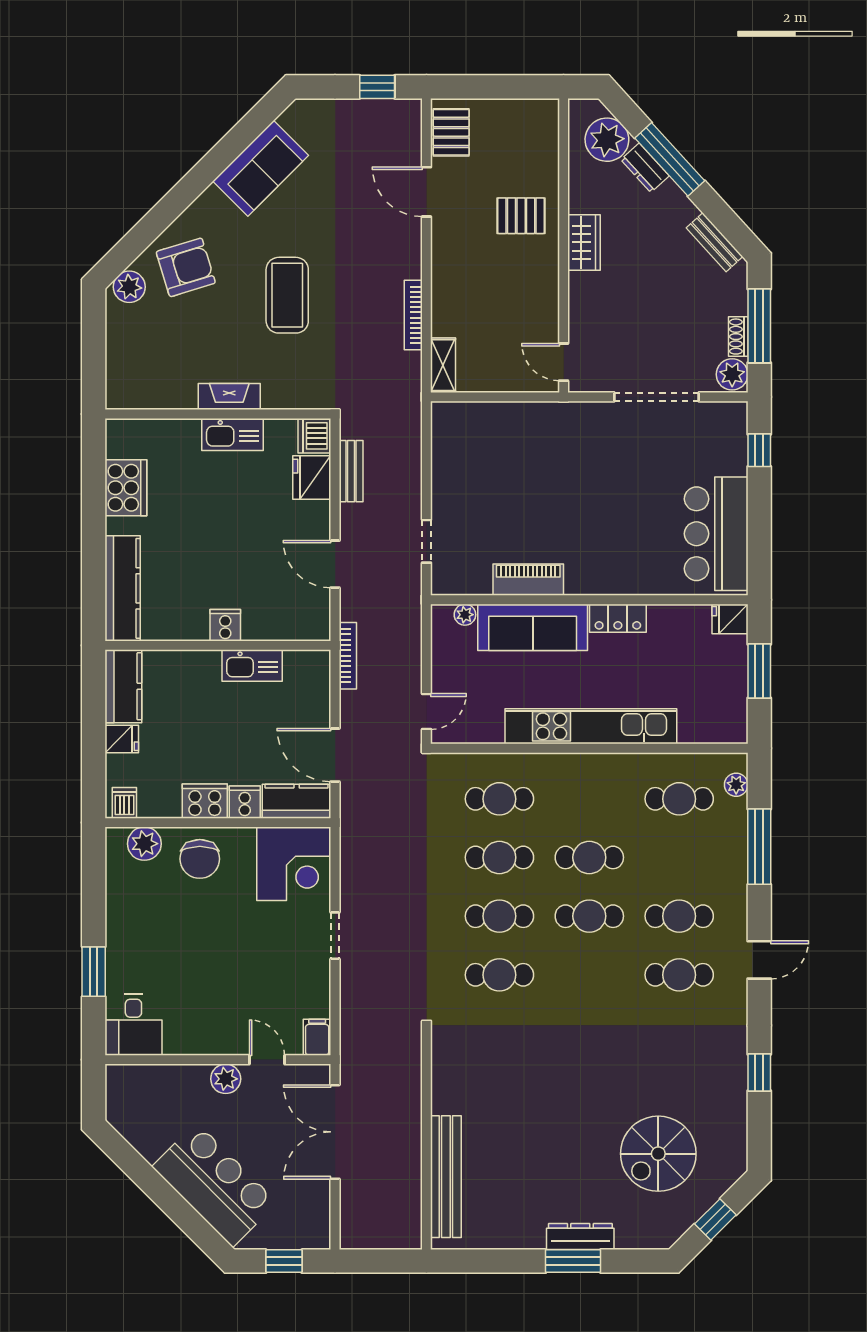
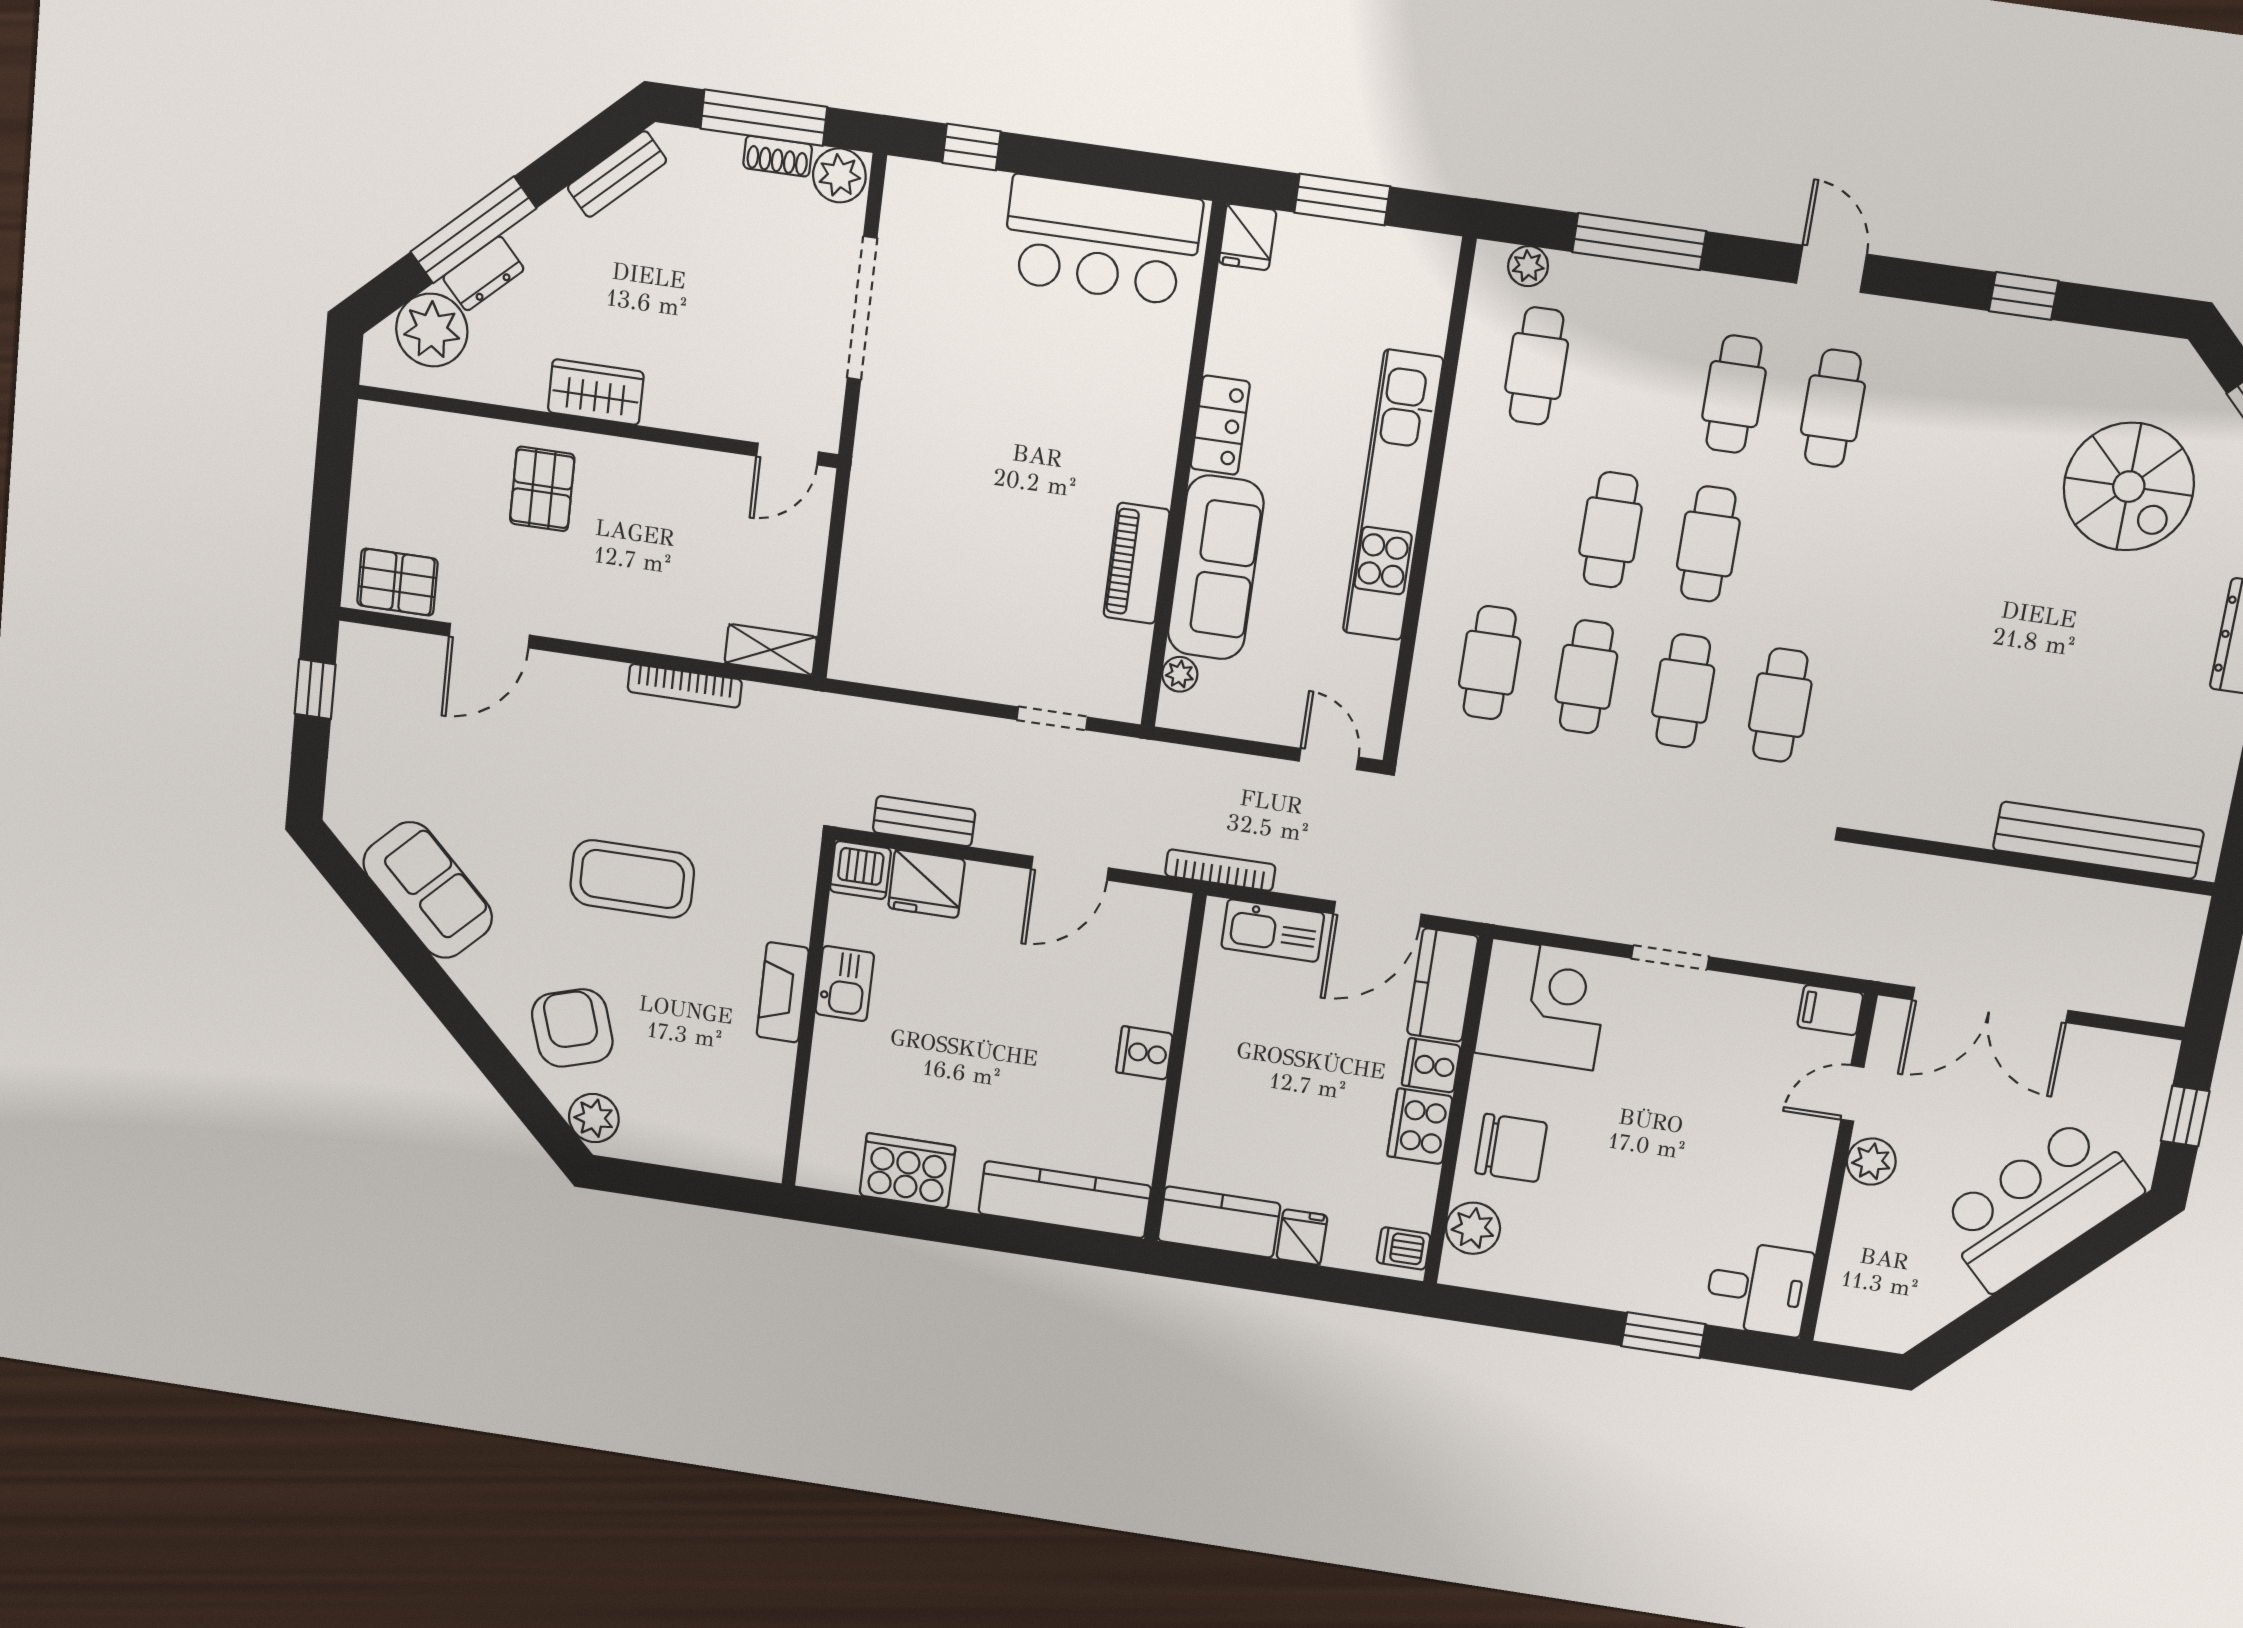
kitchen sink: (232, 434) -> (845, 984), width x0.73
kitchen sink: (252, 666) -> (1273, 931), moved, turned 90

